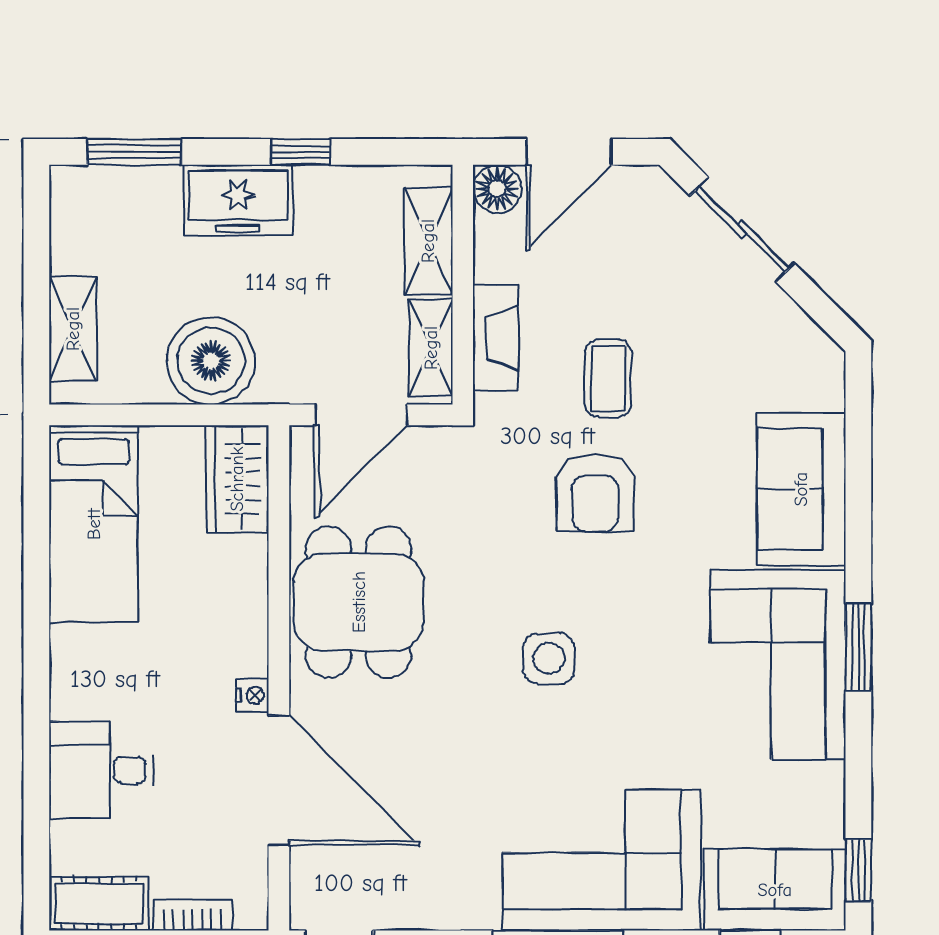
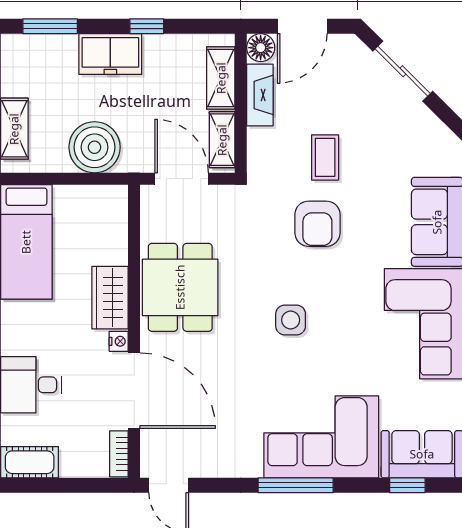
fireplace: (496, 338) -> (260, 95), moved
door: (361, 415) -> (182, 179), swing flipped
wardrobe: (237, 479) -> (110, 298), moved
bookcase: (192, 915) -> (119, 454), moved, turned -90

